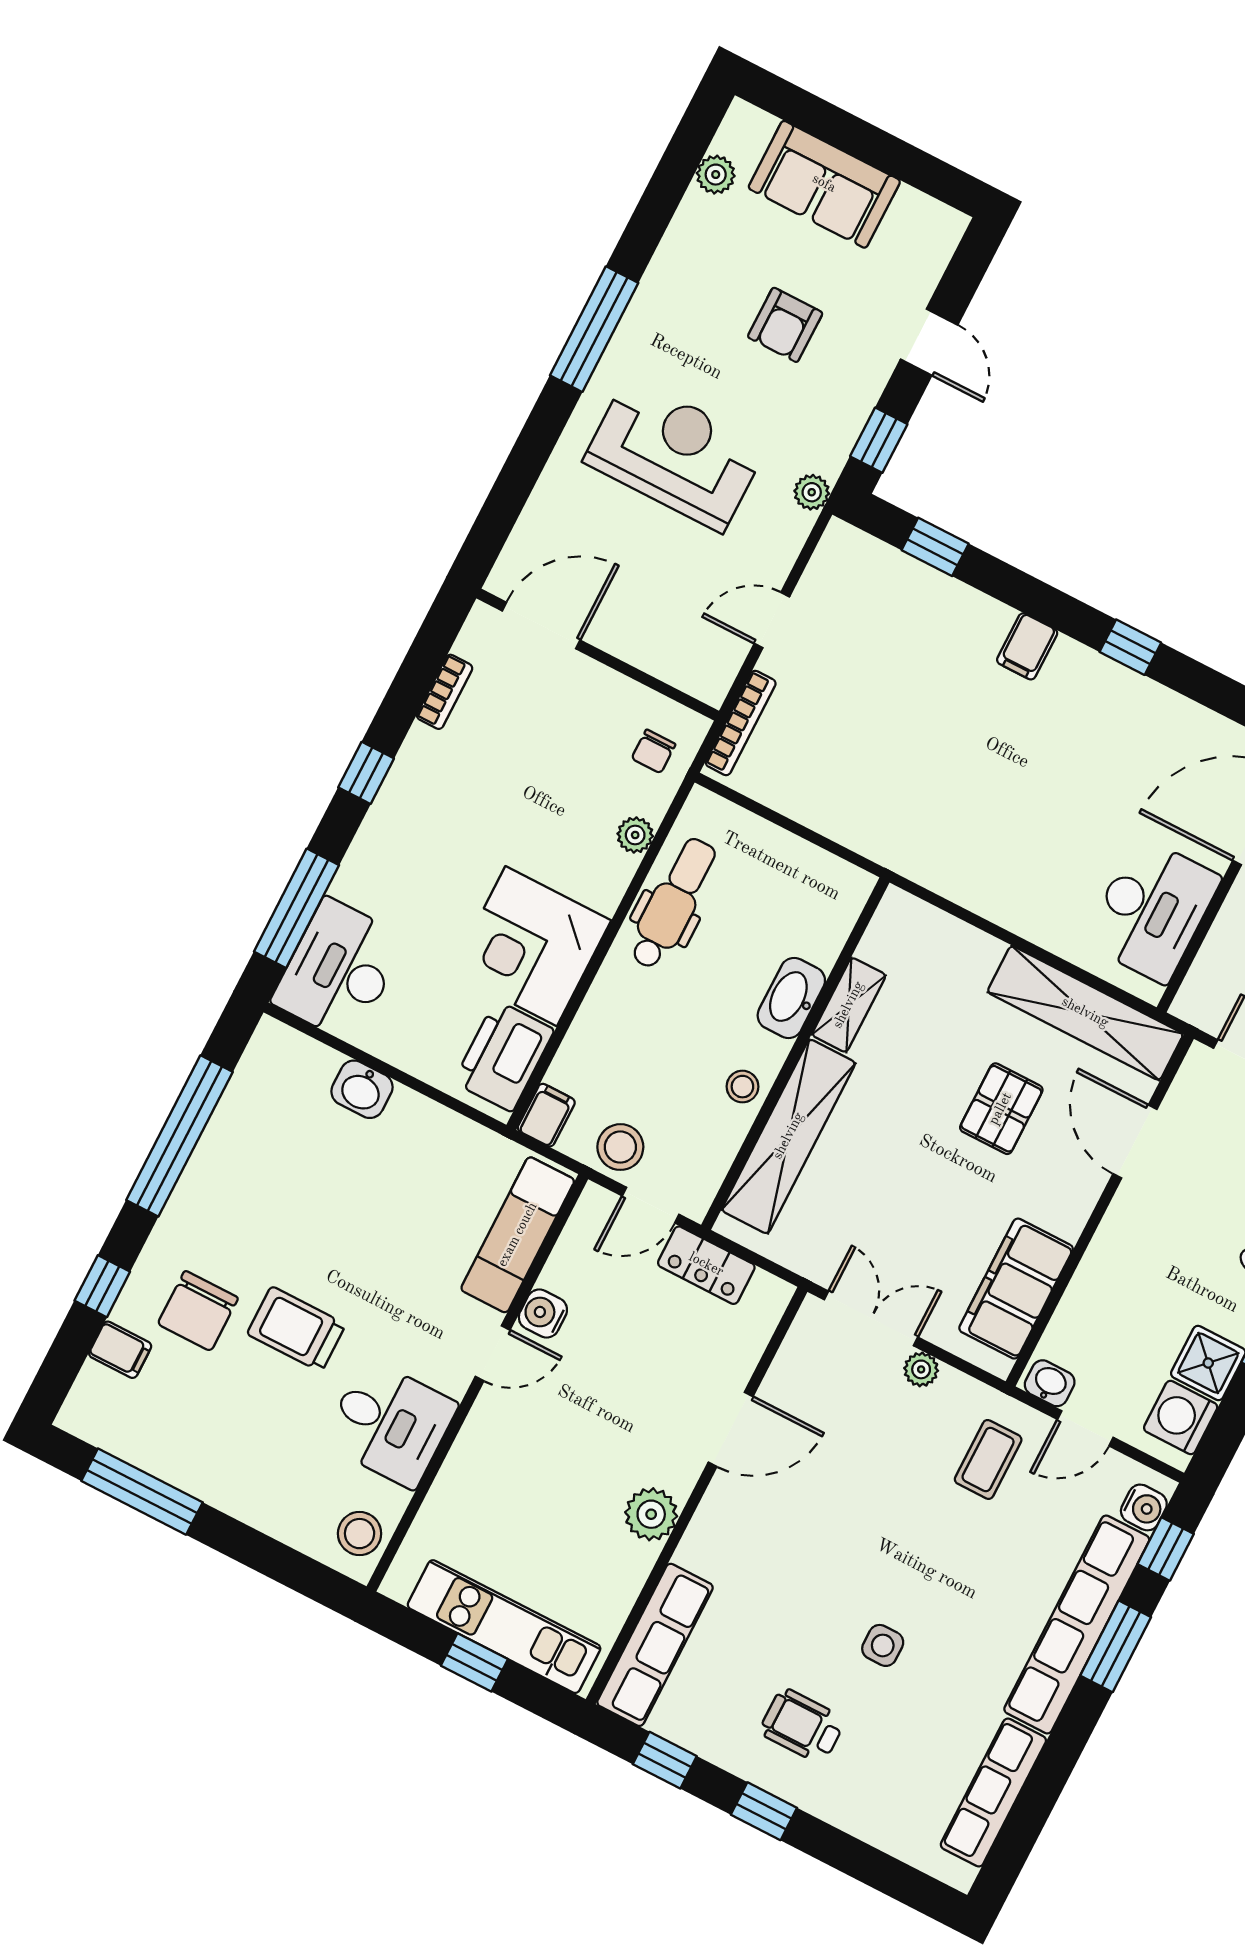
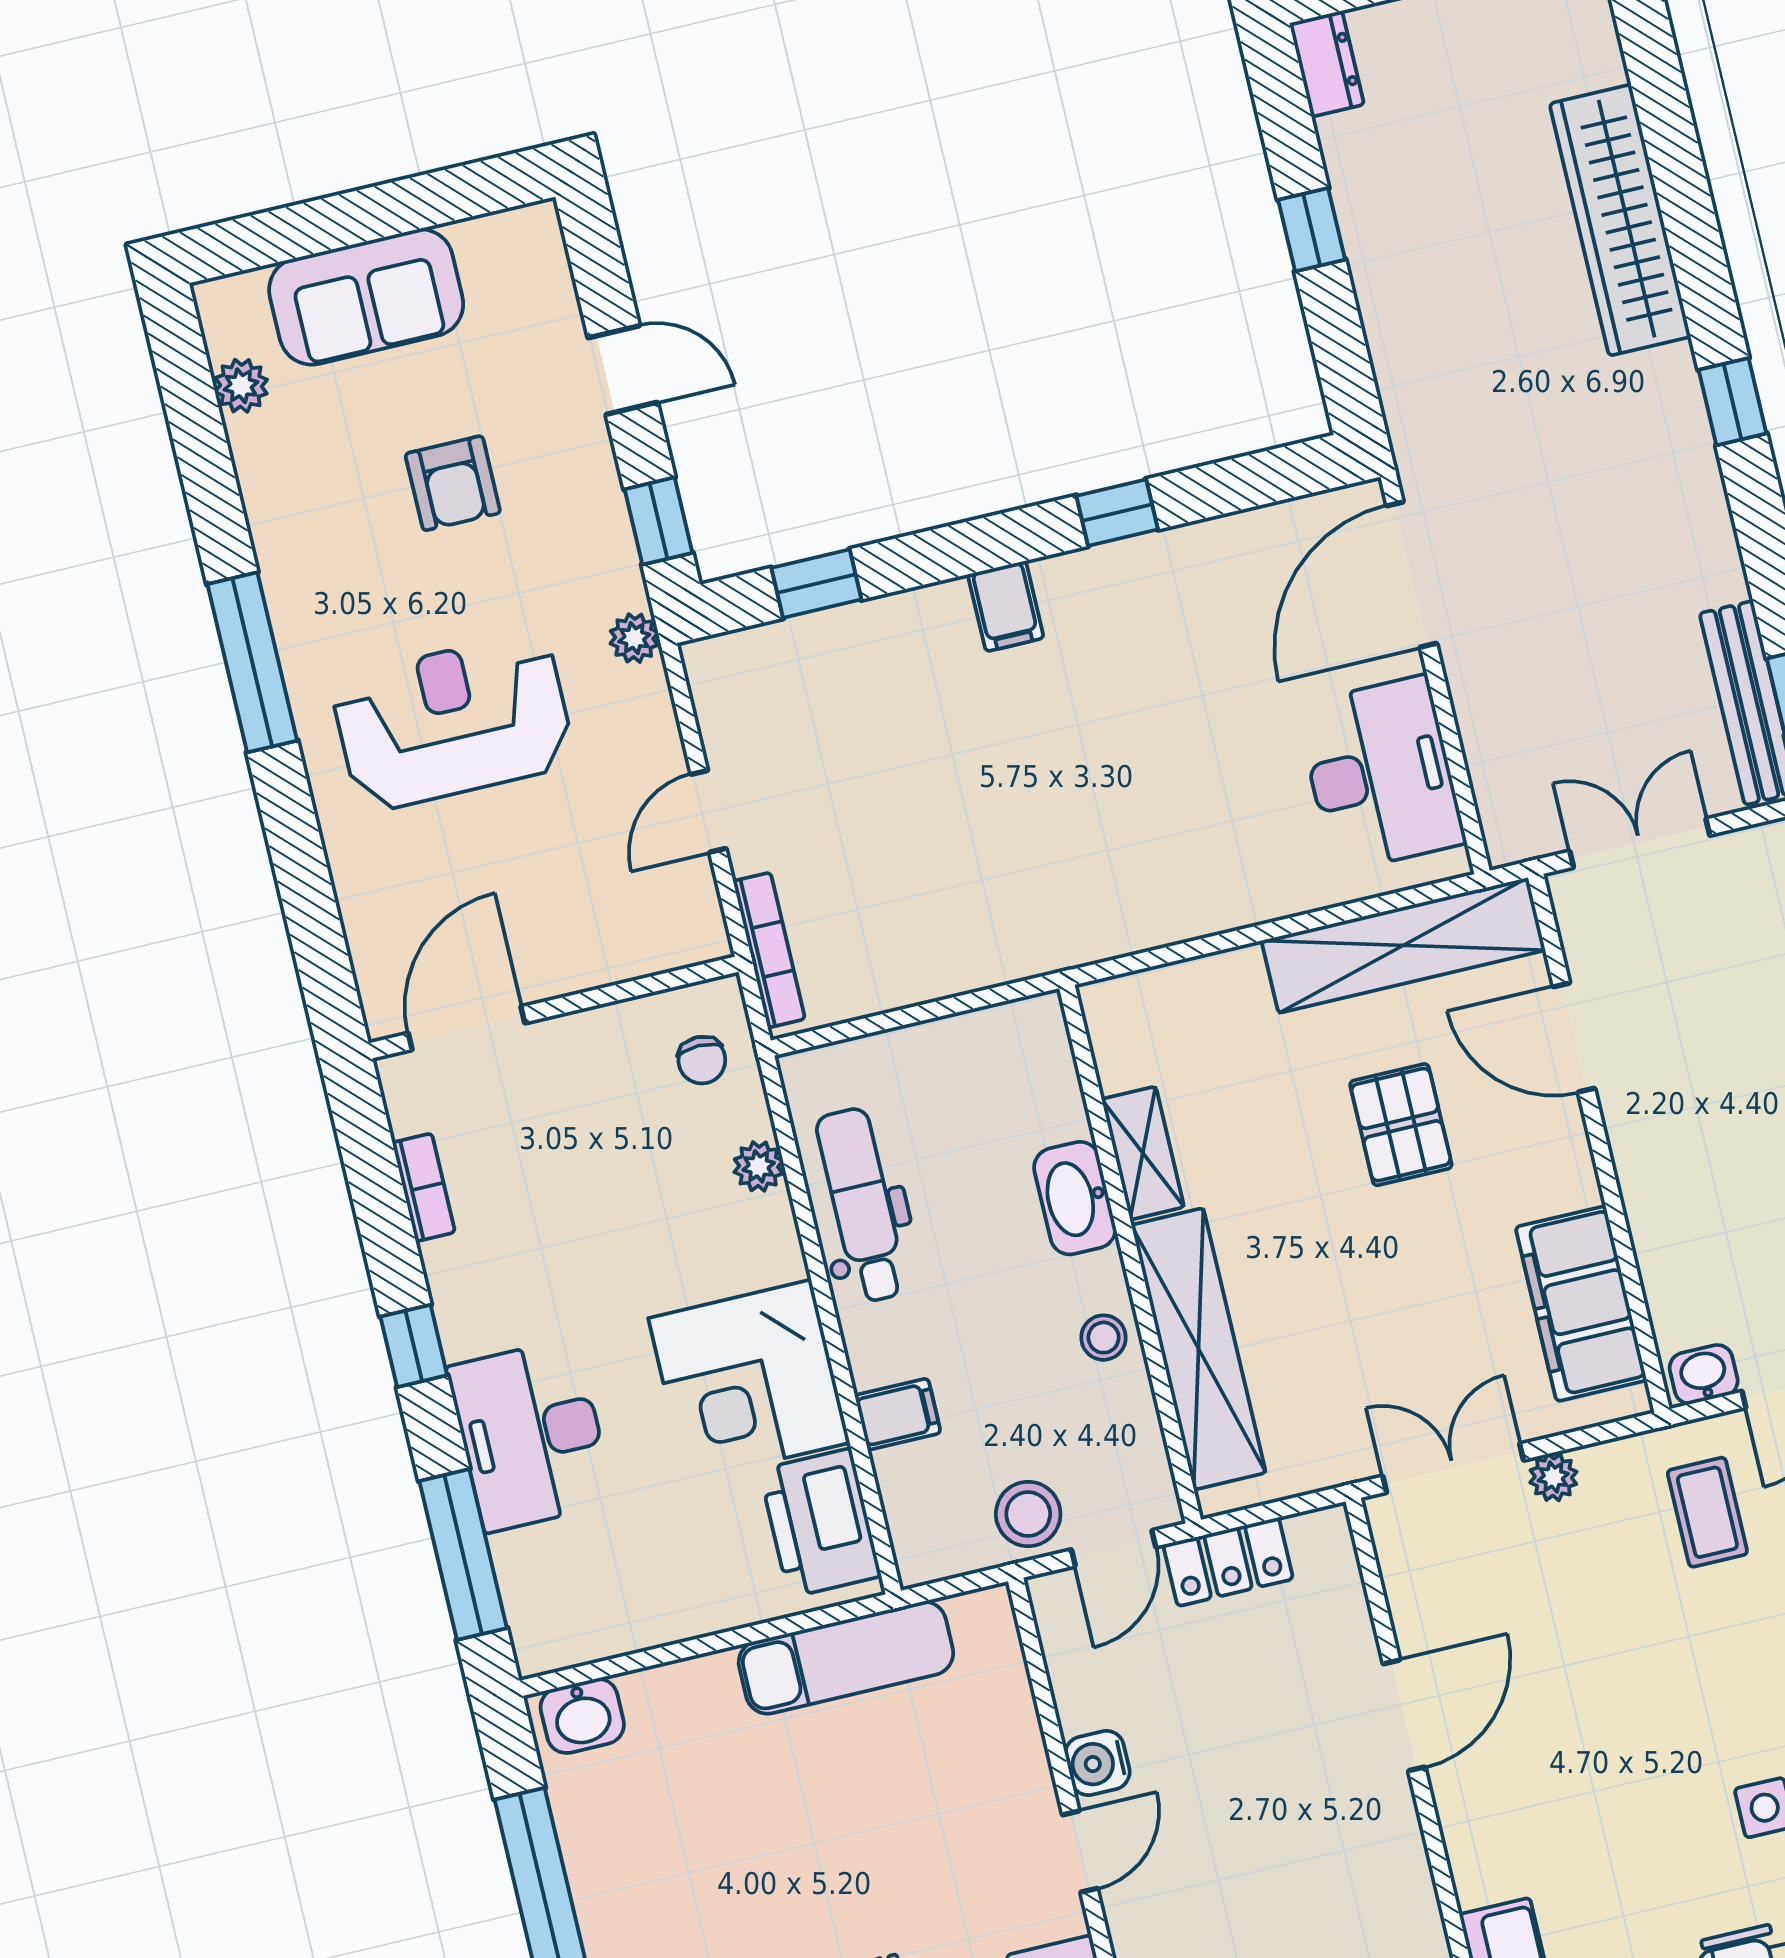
desk: (339, 970) -> (531, 1435), moved
washbasin: (362, 1089) -> (582, 1716), moved
filing cabinet: (546, 1115) -> (898, 1414), moved, turned 90
exam couch: (518, 1235) -> (846, 1658), moved, turned -90
plant: (651, 1514) -> (1397, 1879), removed

